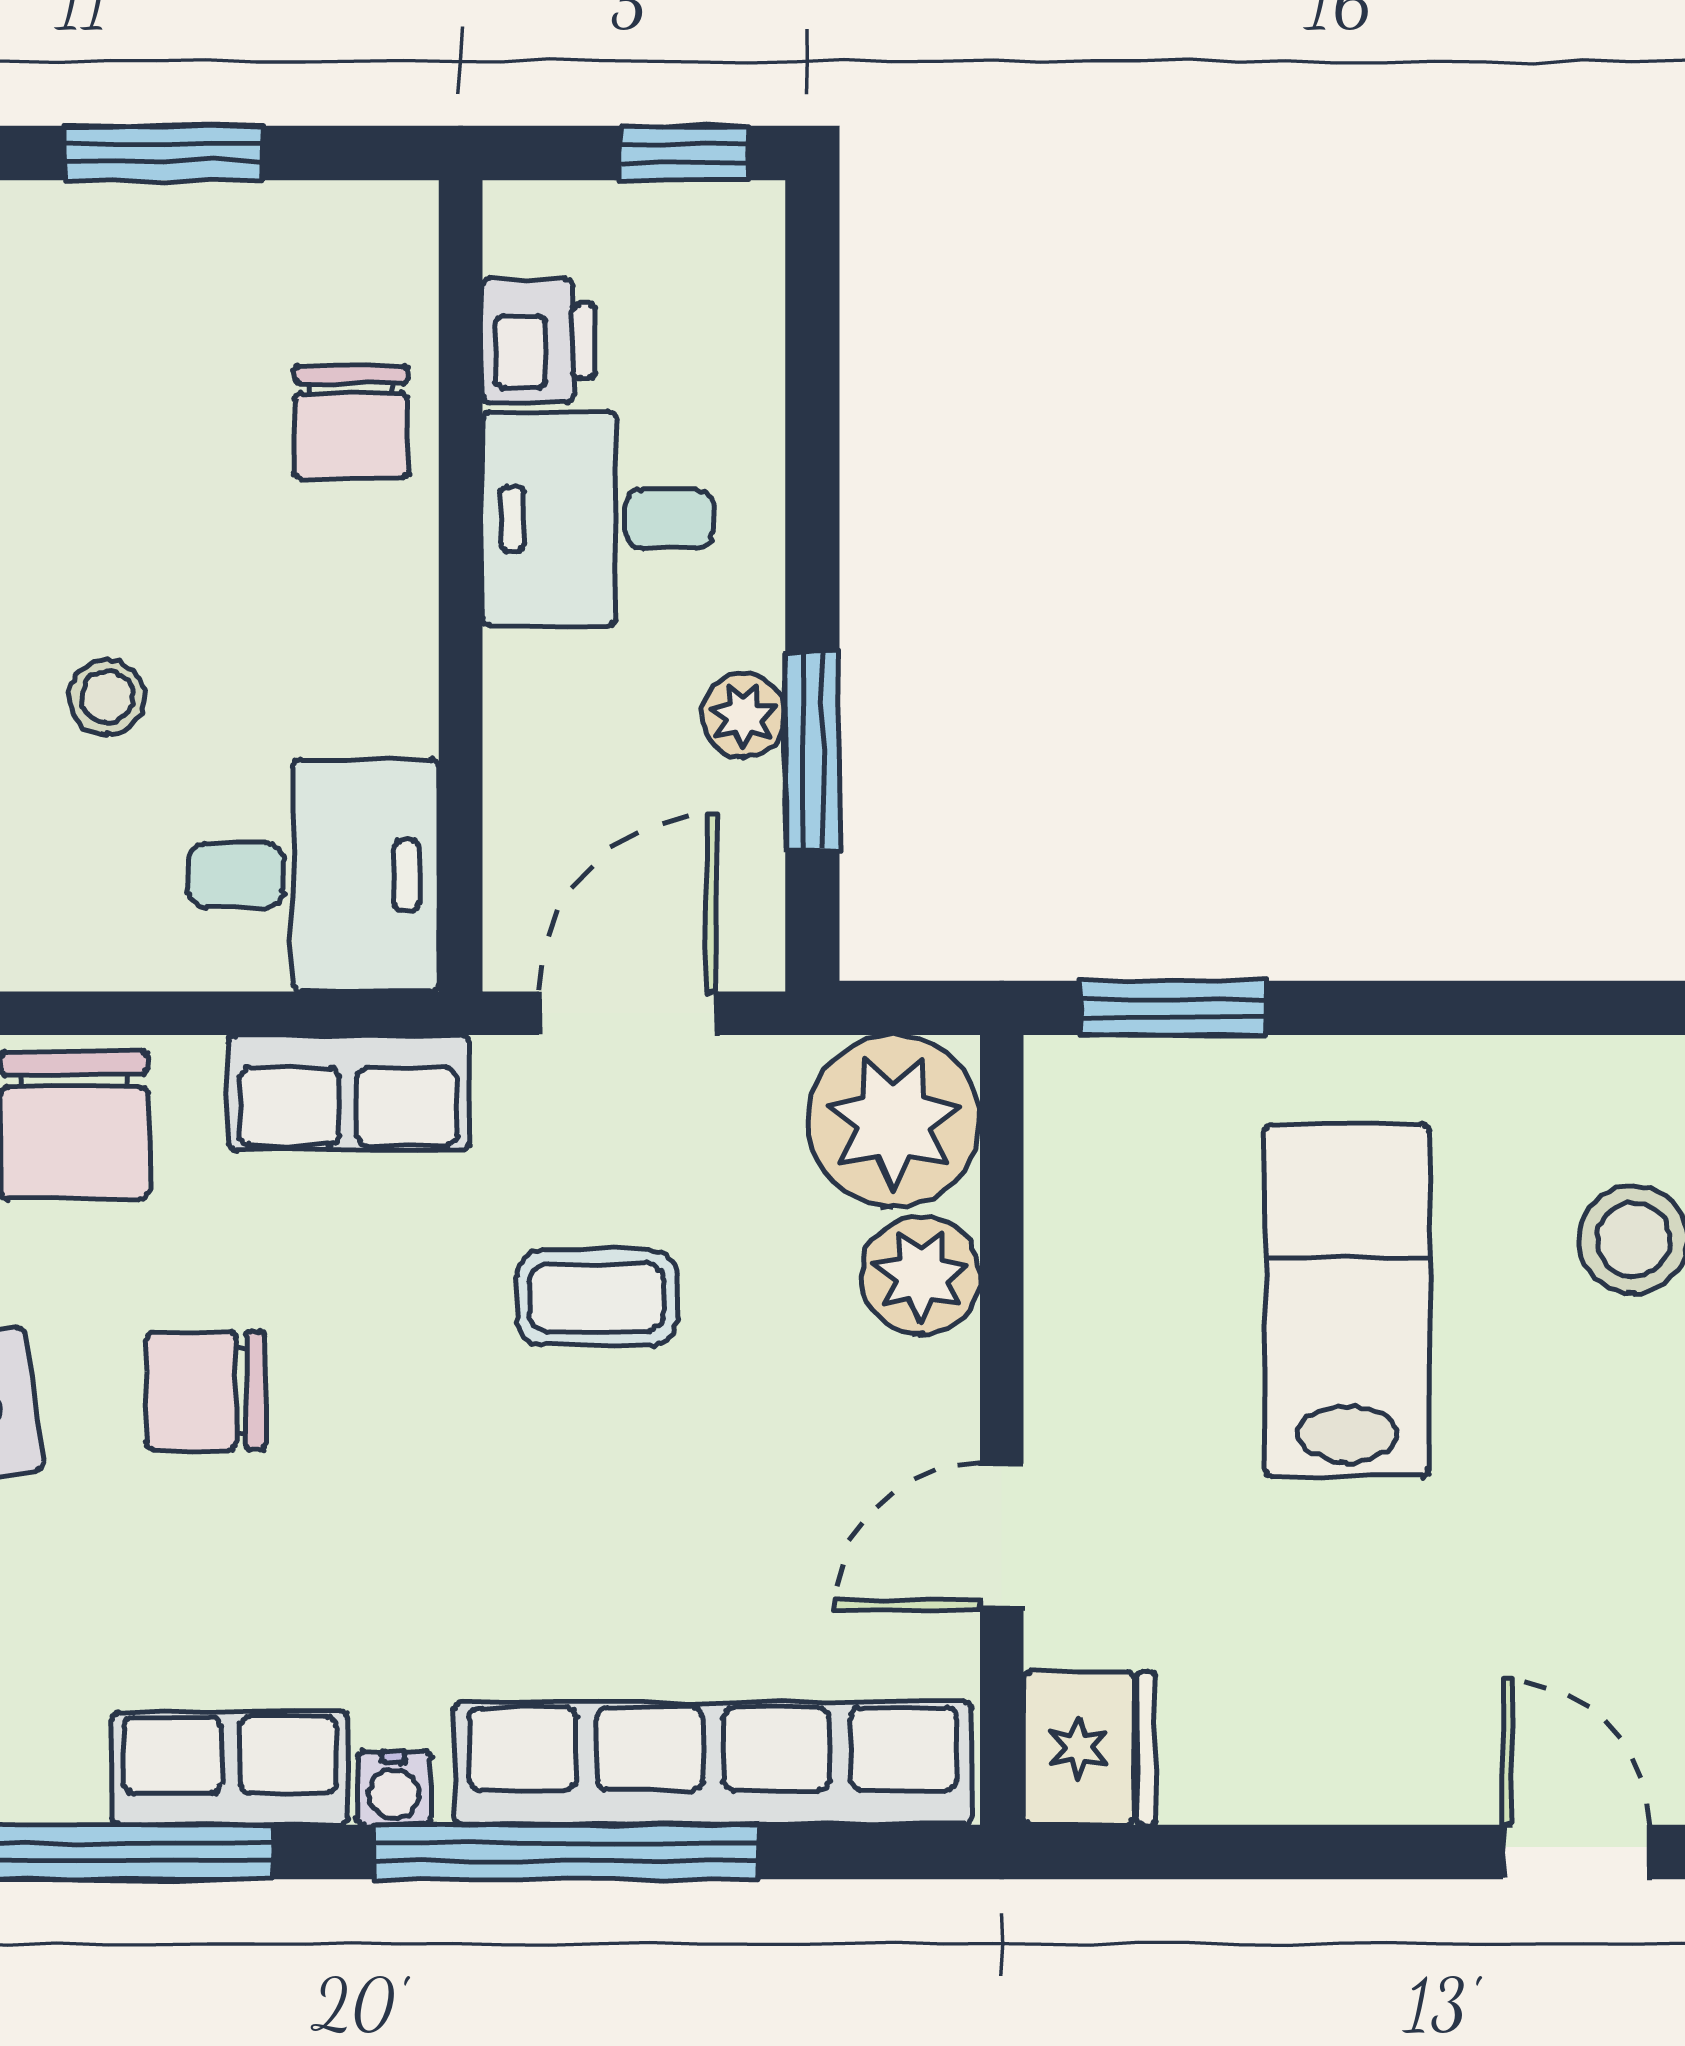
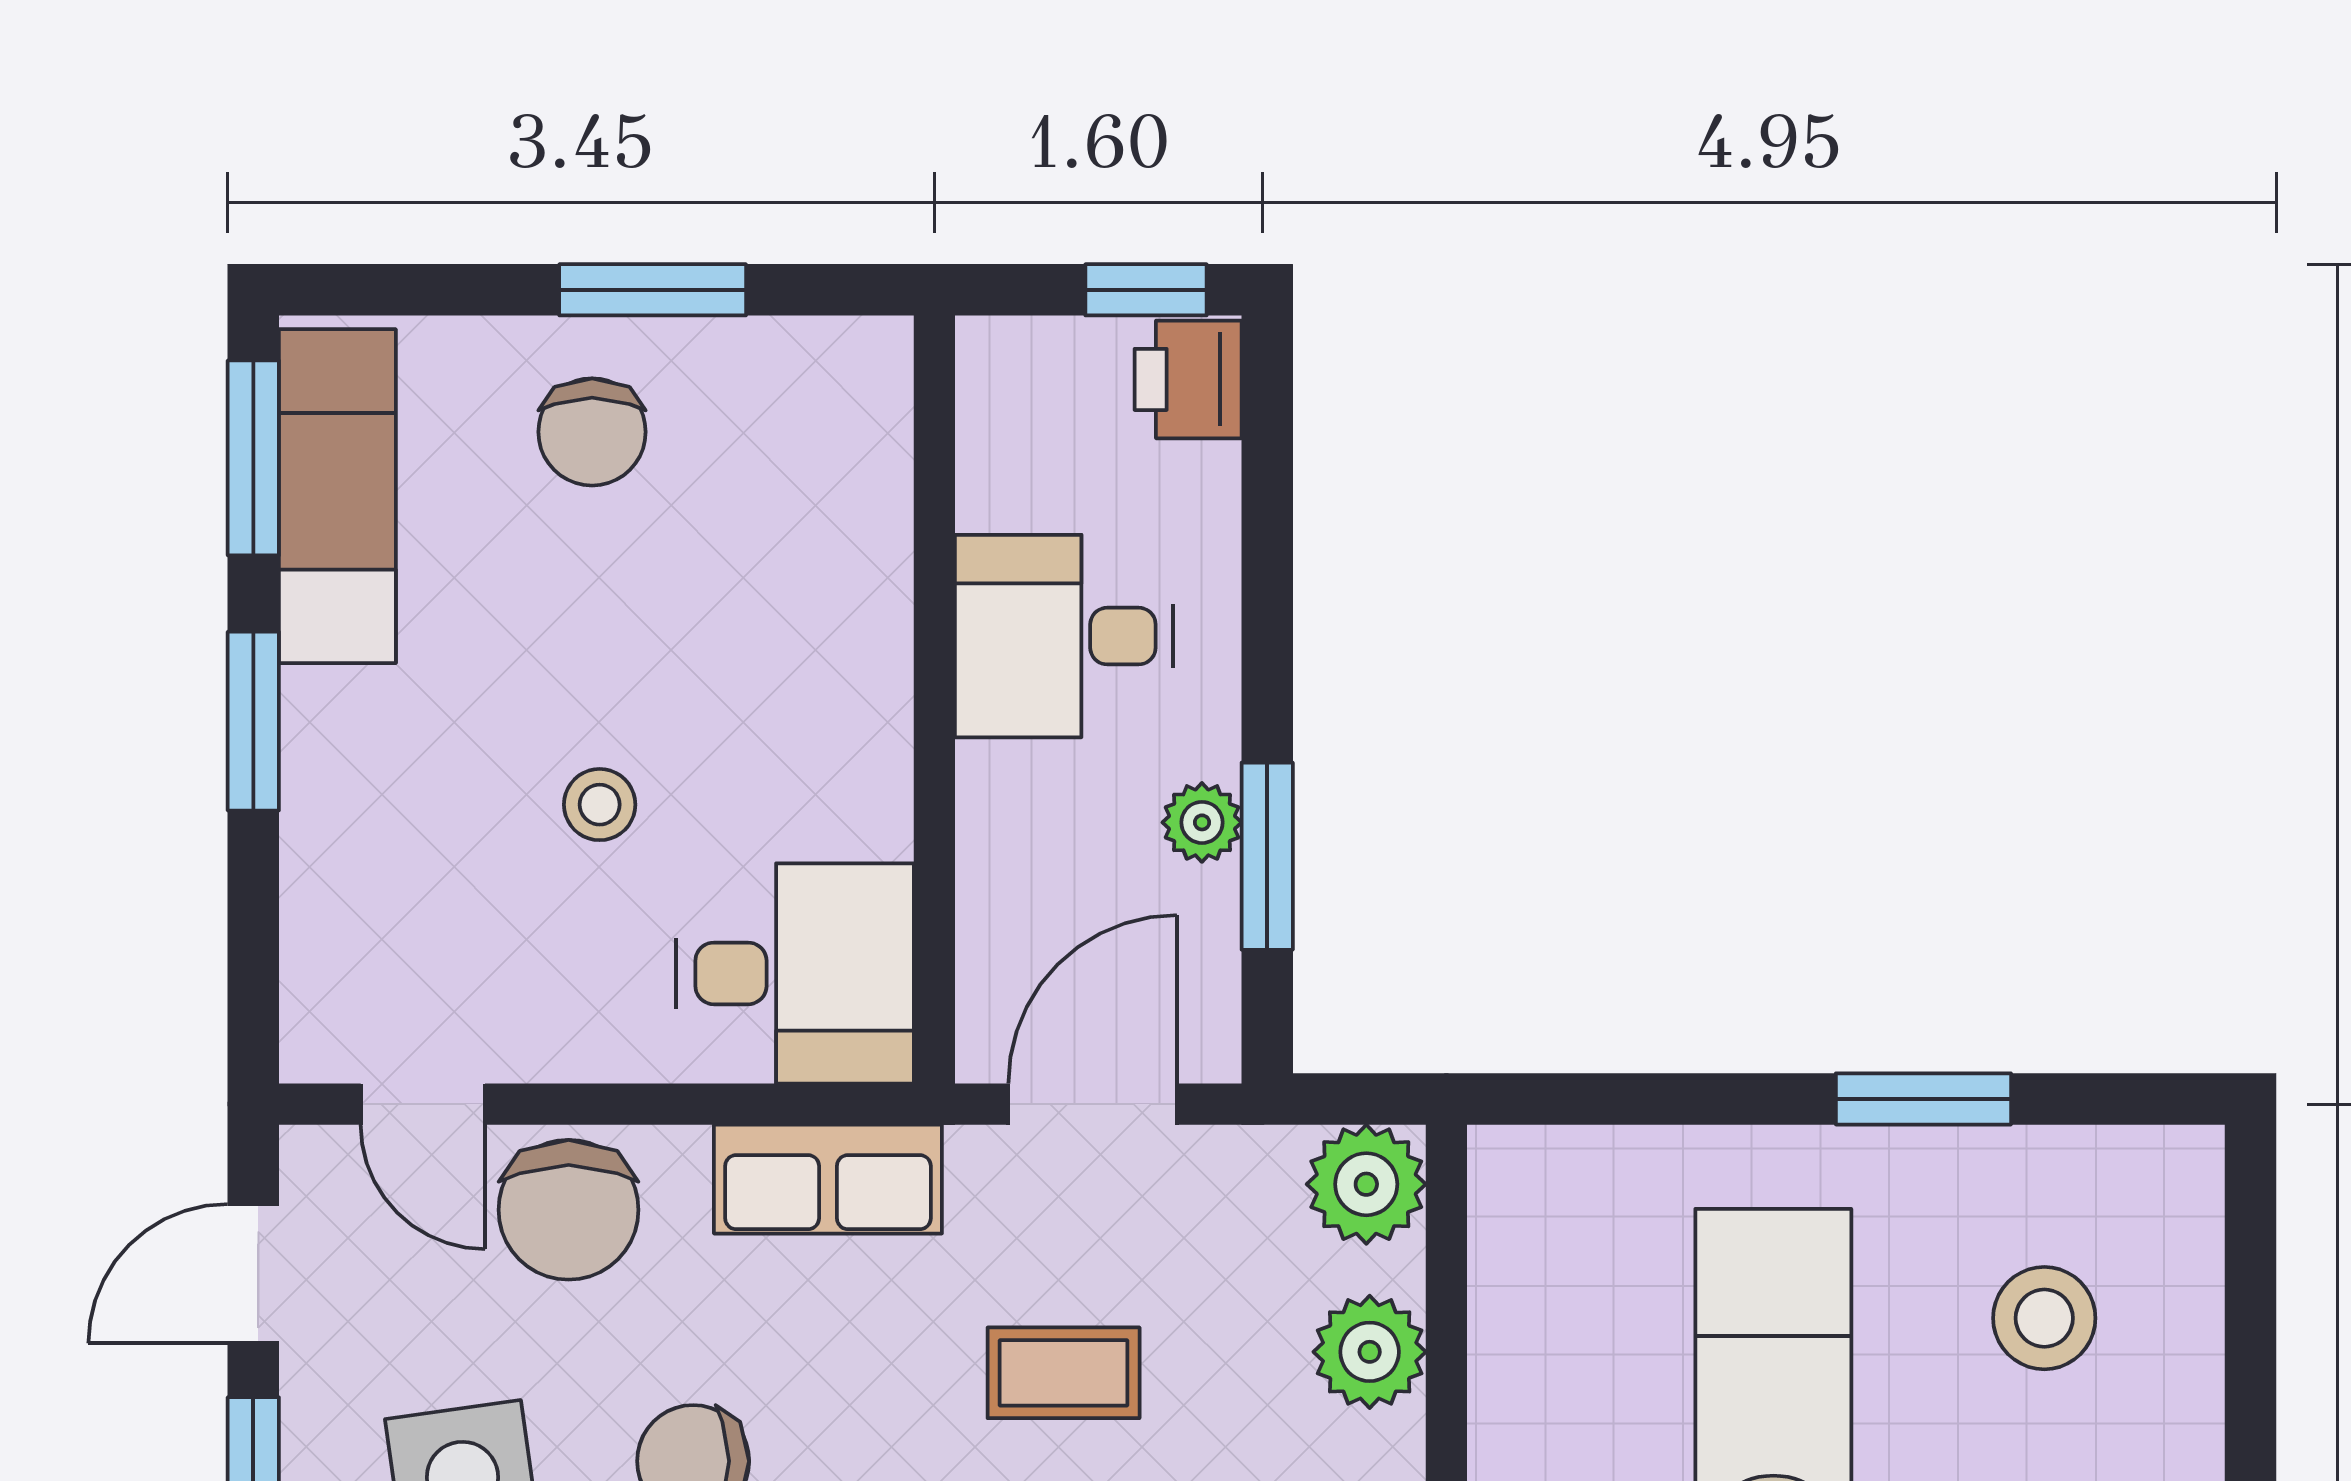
printer: (539, 341) -> (1188, 379), moved, turned 180
chair: (351, 422) -> (592, 432), moved
window: (1173, 1008) -> (1923, 1099), moved
plant: (894, 1121) -> (1366, 1184), width x0.73, depth x0.73

